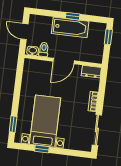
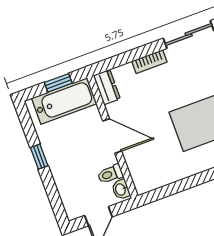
bathtub: (70, 27) -> (64, 101), moved, turned 90
window: (108, 37) -> (58, 83), moved

